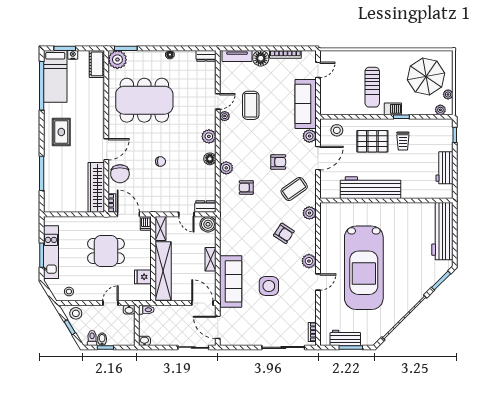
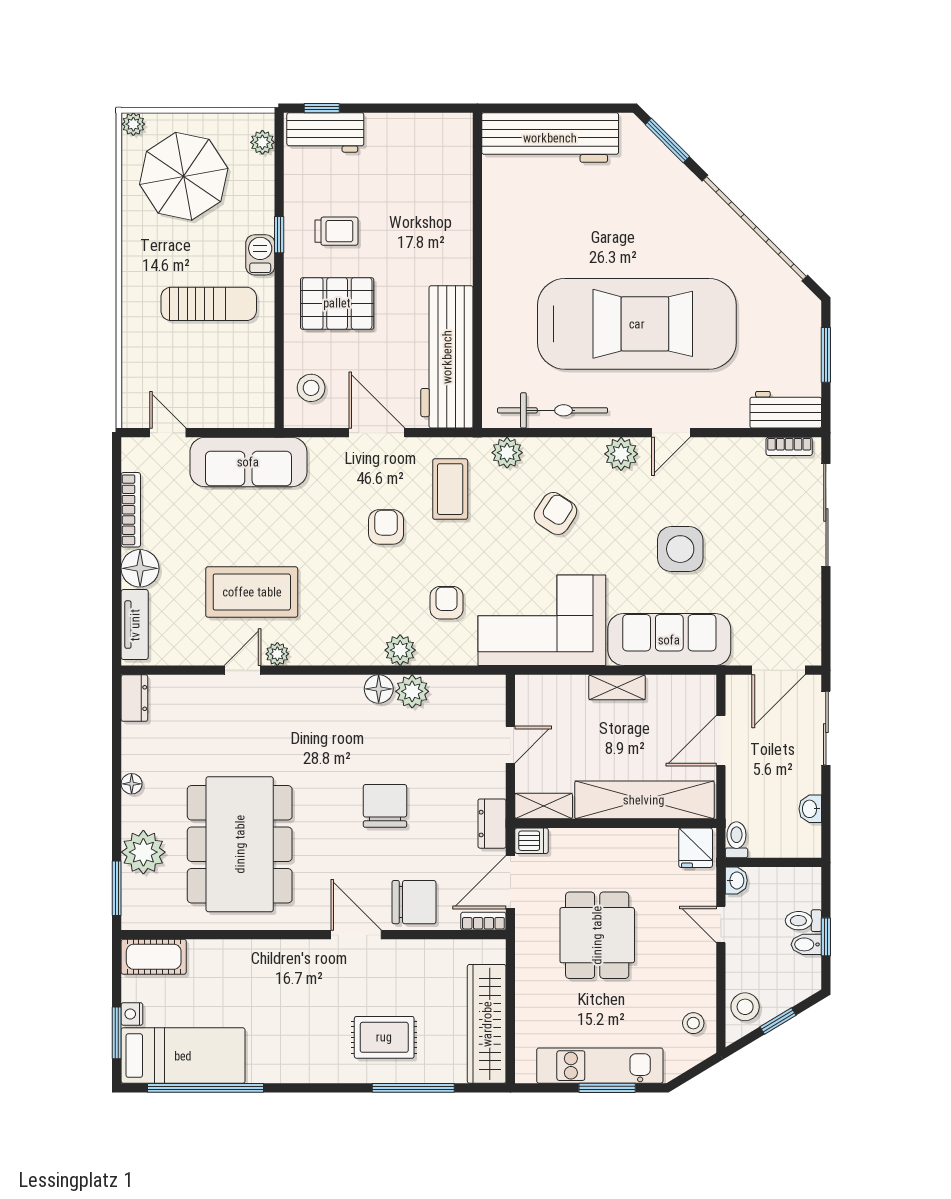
plant: (117, 60) -> (143, 852), moved
plant: (448, 94) -> (133, 124), moved
door: (218, 101) -> (243, 670), hinge flipped
coffee table: (251, 105) -> (252, 592), width x1.36, depth x1.32
rug: (61, 132) -> (384, 1037), moved
plant: (209, 136) -> (412, 691), moved
plant: (309, 136) -> (325, 453), removed
pallet: (372, 141) -> (337, 303), turned 90
chair: (160, 161) -> (385, 806), width x1.87, depth x1.87
workbench: (445, 168) -> (325, 132), moved
wardrobe: (96, 187) -> (487, 1024), moved, turned 90
armchair: (246, 187) -> (447, 603), turned 180
workbench: (371, 188) -> (447, 357), moved
coffee table: (294, 189) -> (450, 489), turned 35
dresser: (205, 207) -> (492, 824), moved
boiler: (208, 224) -> (534, 693), removed
corner sofa: (239, 228) -> (542, 620), added
bicycle: (327, 232) -> (553, 410), added
fridge: (143, 277) -> (696, 848), moved
door: (318, 282) -> (671, 433), swing flipped
door: (202, 303) -> (721, 741), moved
toilet: (92, 338) -> (803, 921), moved
workbench: (345, 338) -> (786, 410), moved, turned 90
washbasin: (144, 341) -> (810, 809), moved

